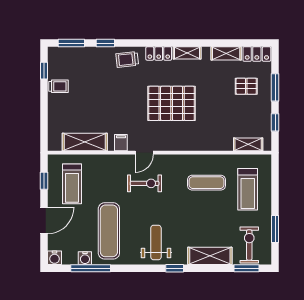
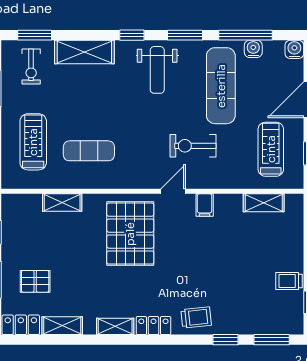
pallet: (172, 103) -> (130, 234), moved, turned 90
shelving: (85, 142) -> (264, 203), width x0.67, depth x0.75
shelving: (248, 144) -> (62, 202), moved
exercise bike: (145, 183) -> (193, 146), moved
exercise bike: (249, 245) -> (31, 67), width x0.73, depth x0.72
window: (135, 268) -> (185, 35), added

